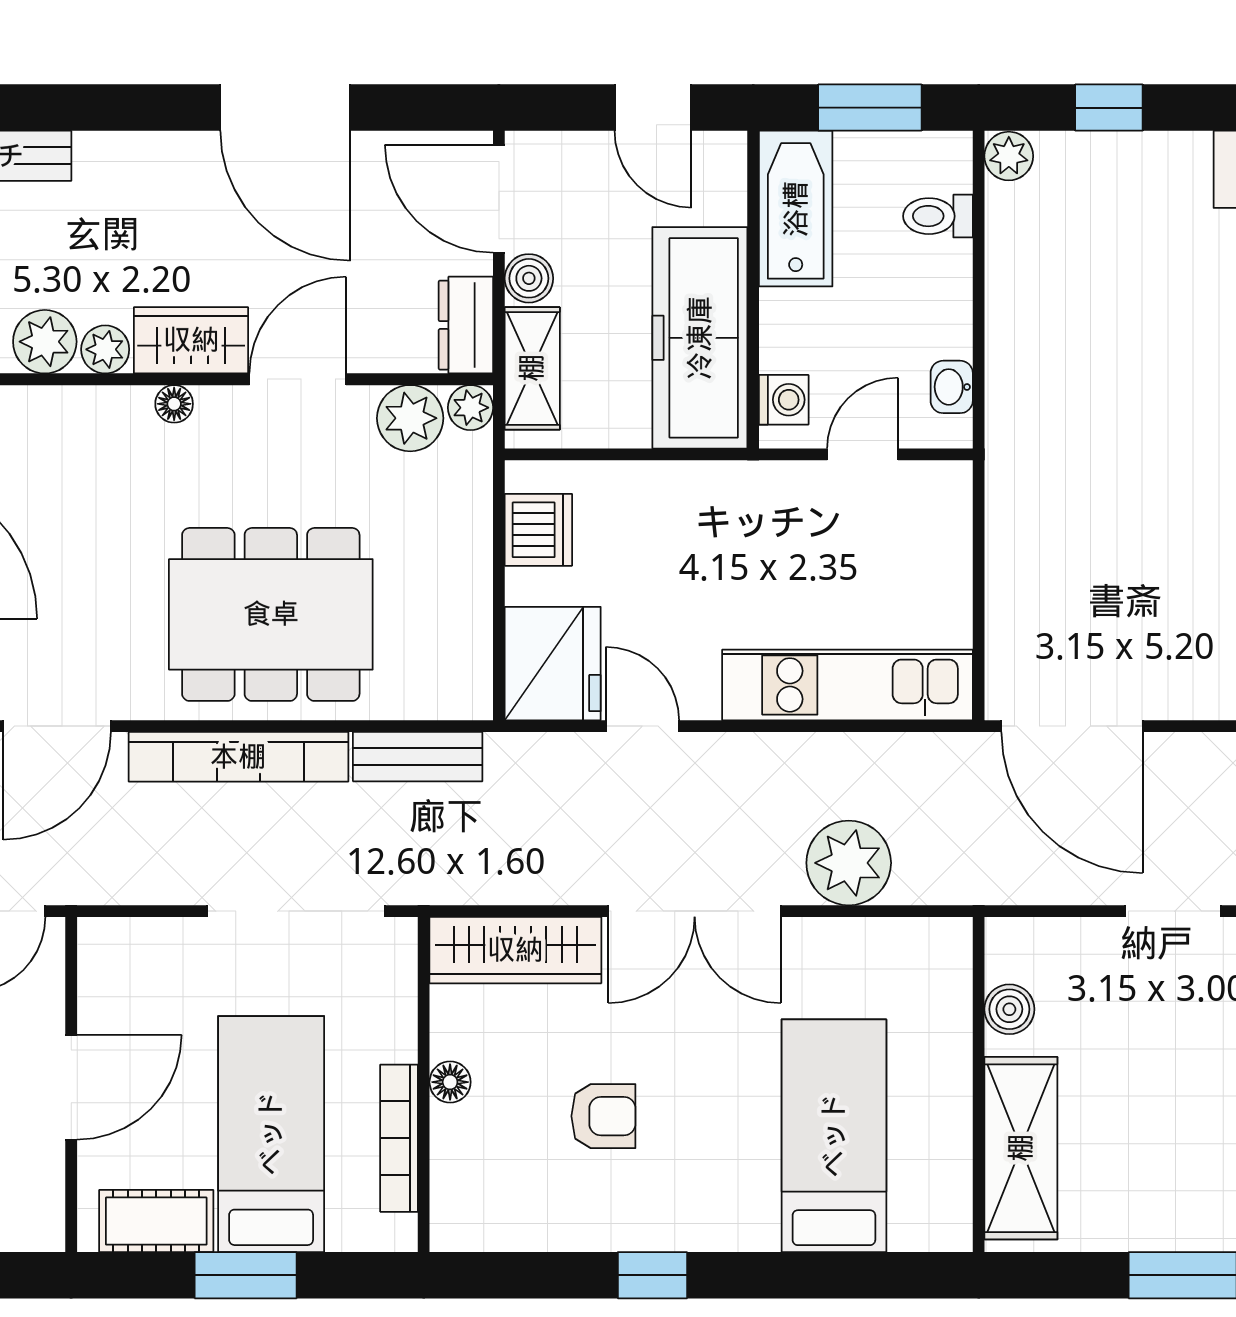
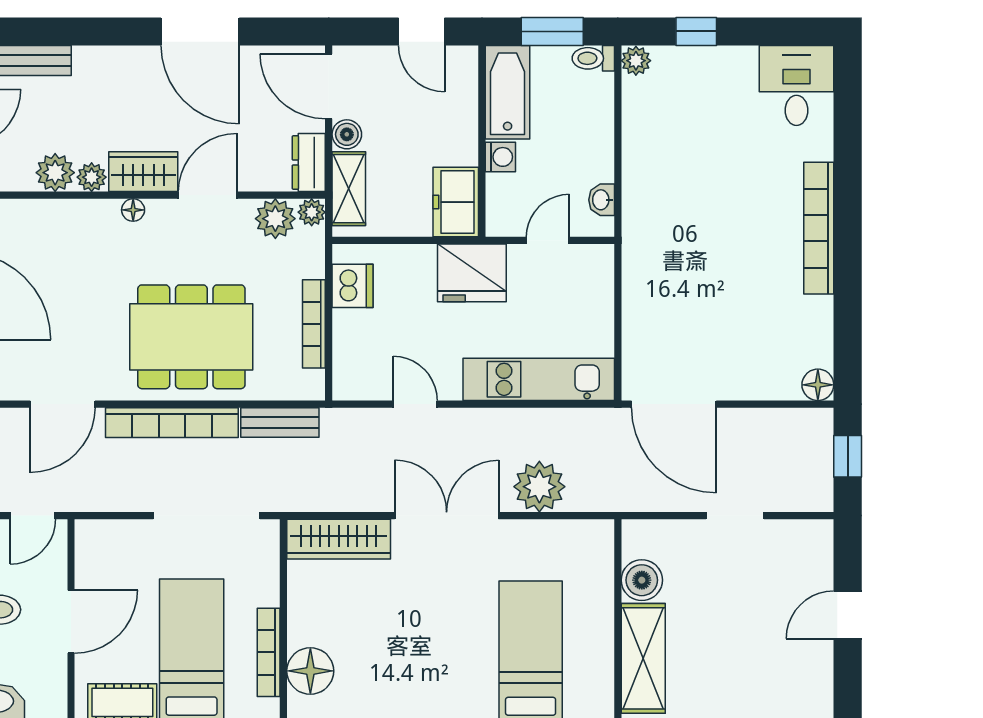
toilet: (938, 216) -> (593, 58), moved
freezer: (700, 338) -> (456, 202), width x0.52, depth x0.79
washing machine: (784, 400) -> (500, 157), moved
bookcase: (474, 593) -> (314, 324), added
fridge: (553, 664) -> (472, 273), moved, turned 90
double door: (695, 911) -> (447, 516), swing flipped
boiler: (1009, 1009) -> (642, 580), width x1.36, depth x1.36
floor lamp: (450, 1082) -> (310, 671), moved, width x1.89, depth x1.89
armchair: (603, 1116) -> (392, 639), removed

